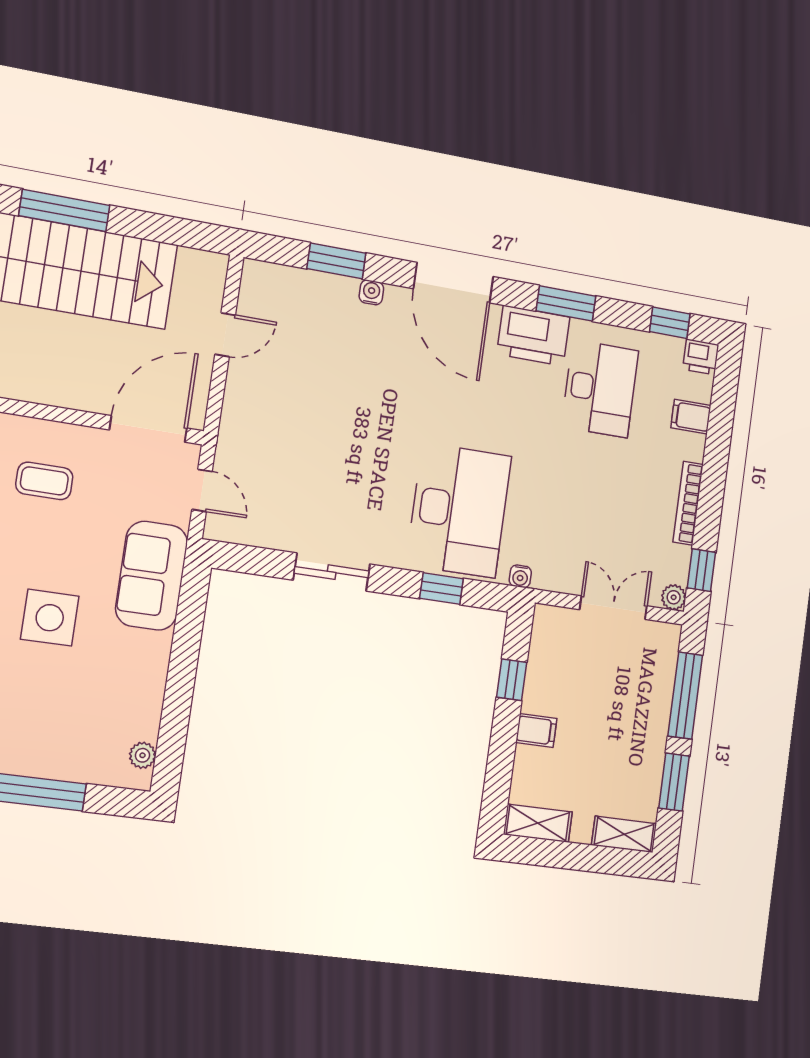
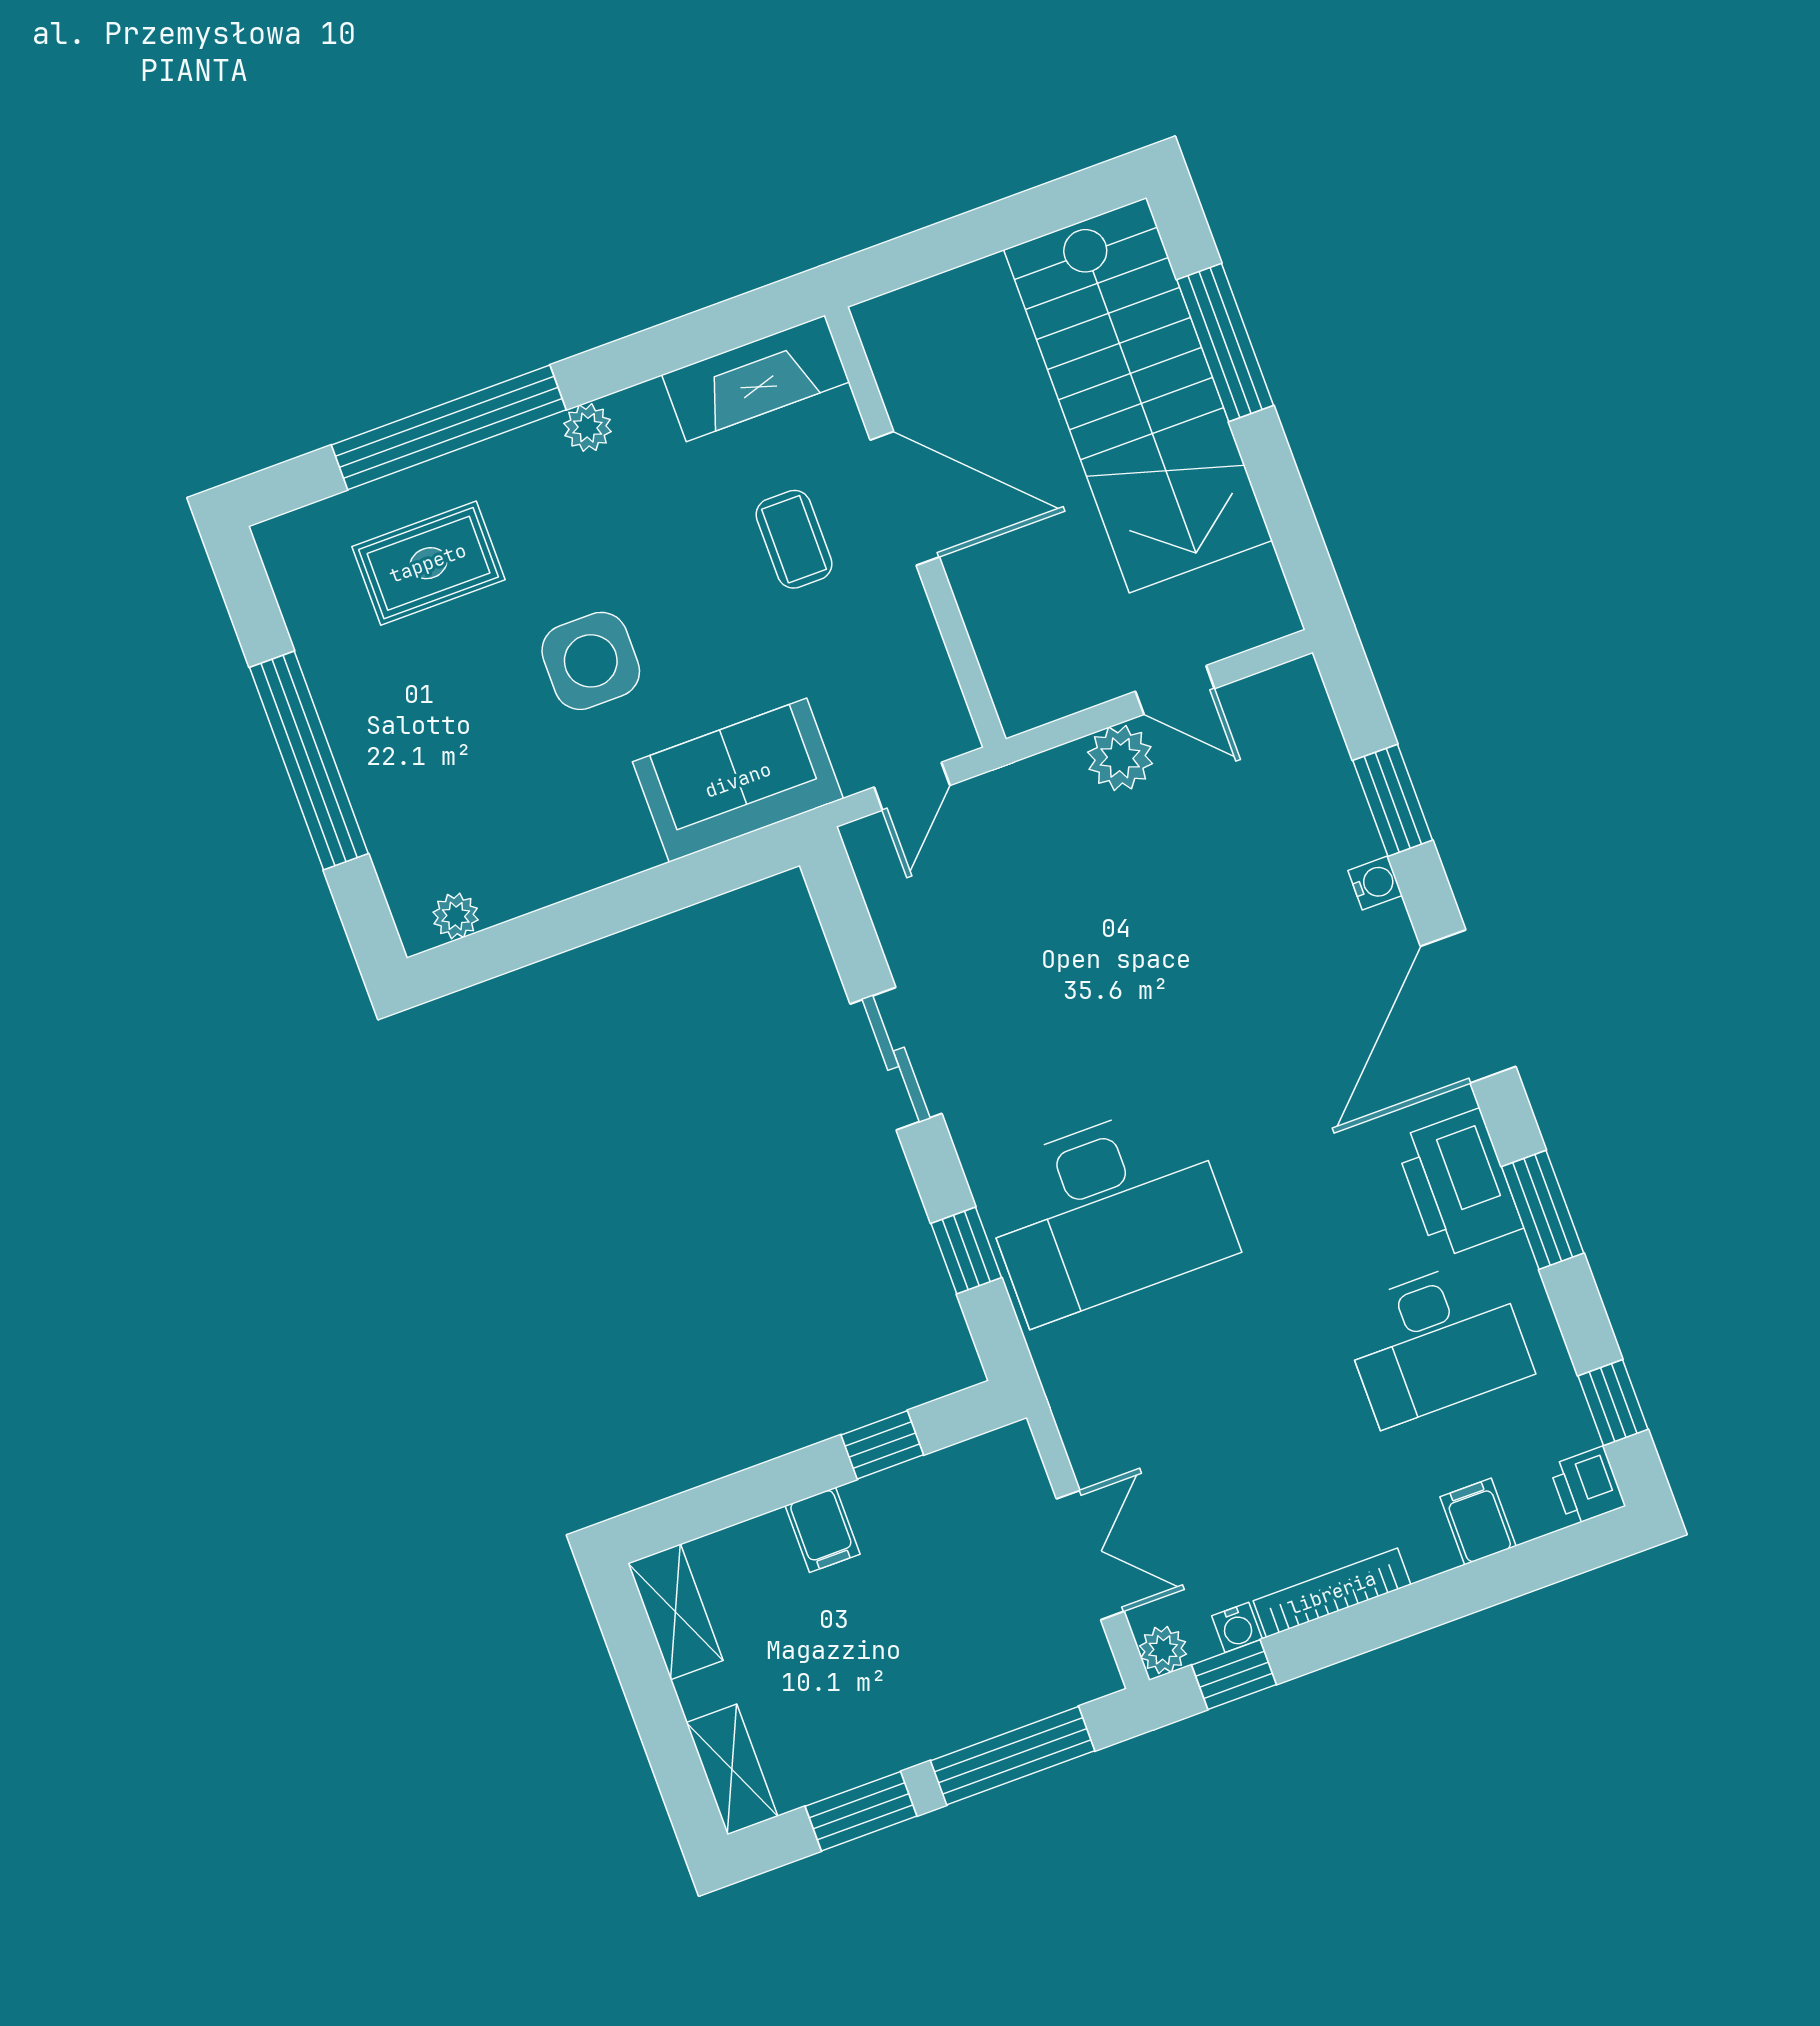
plant: (244, 380) -> (1120, 758), added
door: (148, 429) -> (905, 498), moved
water cooler: (520, 576) -> (1237, 1627), moved, turned -90

